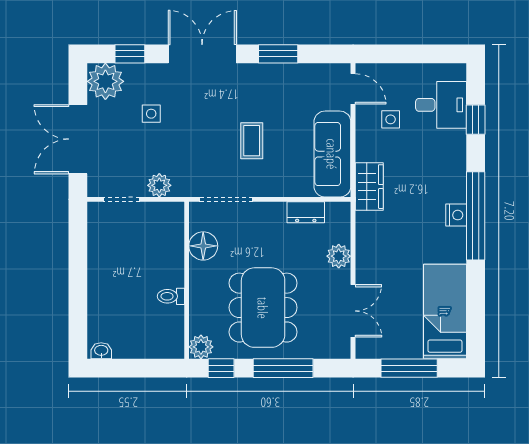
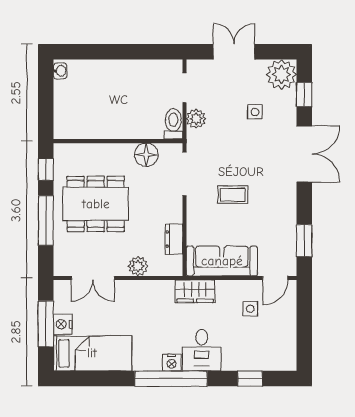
window: (278, 54) -> (304, 241), moved
desk: (441, 105) -> (202, 350), moved
double door: (78, 139) -> (234, 52), width x0.73
toilet: (171, 296) -> (173, 124), moved, width x1.37, depth x1.39
plant: (201, 347) -> (63, 153), removed
nightstand: (410, 348) -> (63, 324), added

